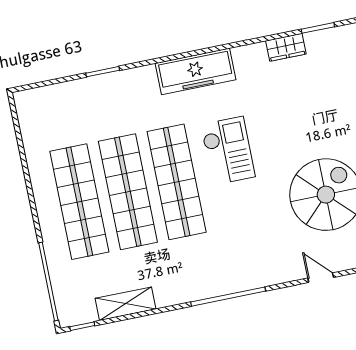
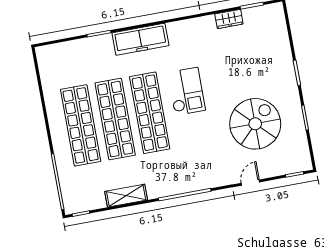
freezer: (196, 71) -> (140, 39), moved
door: (321, 278) -> (250, 183), hinge flipped
shelving: (125, 304) -> (126, 196), moved

